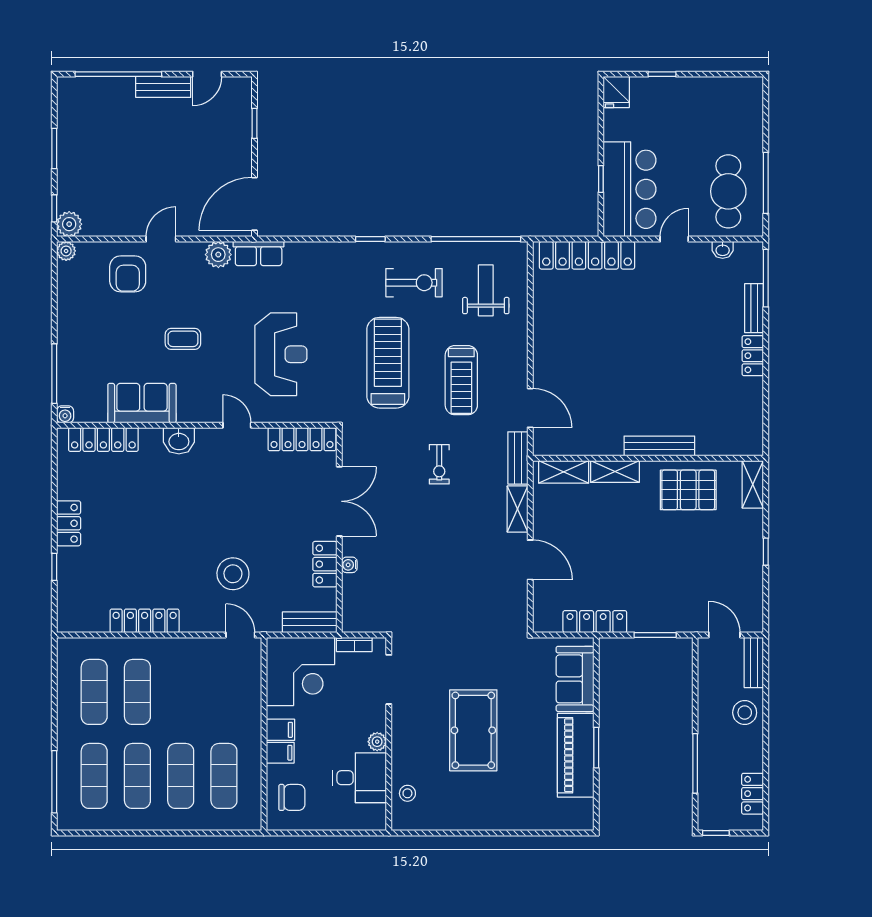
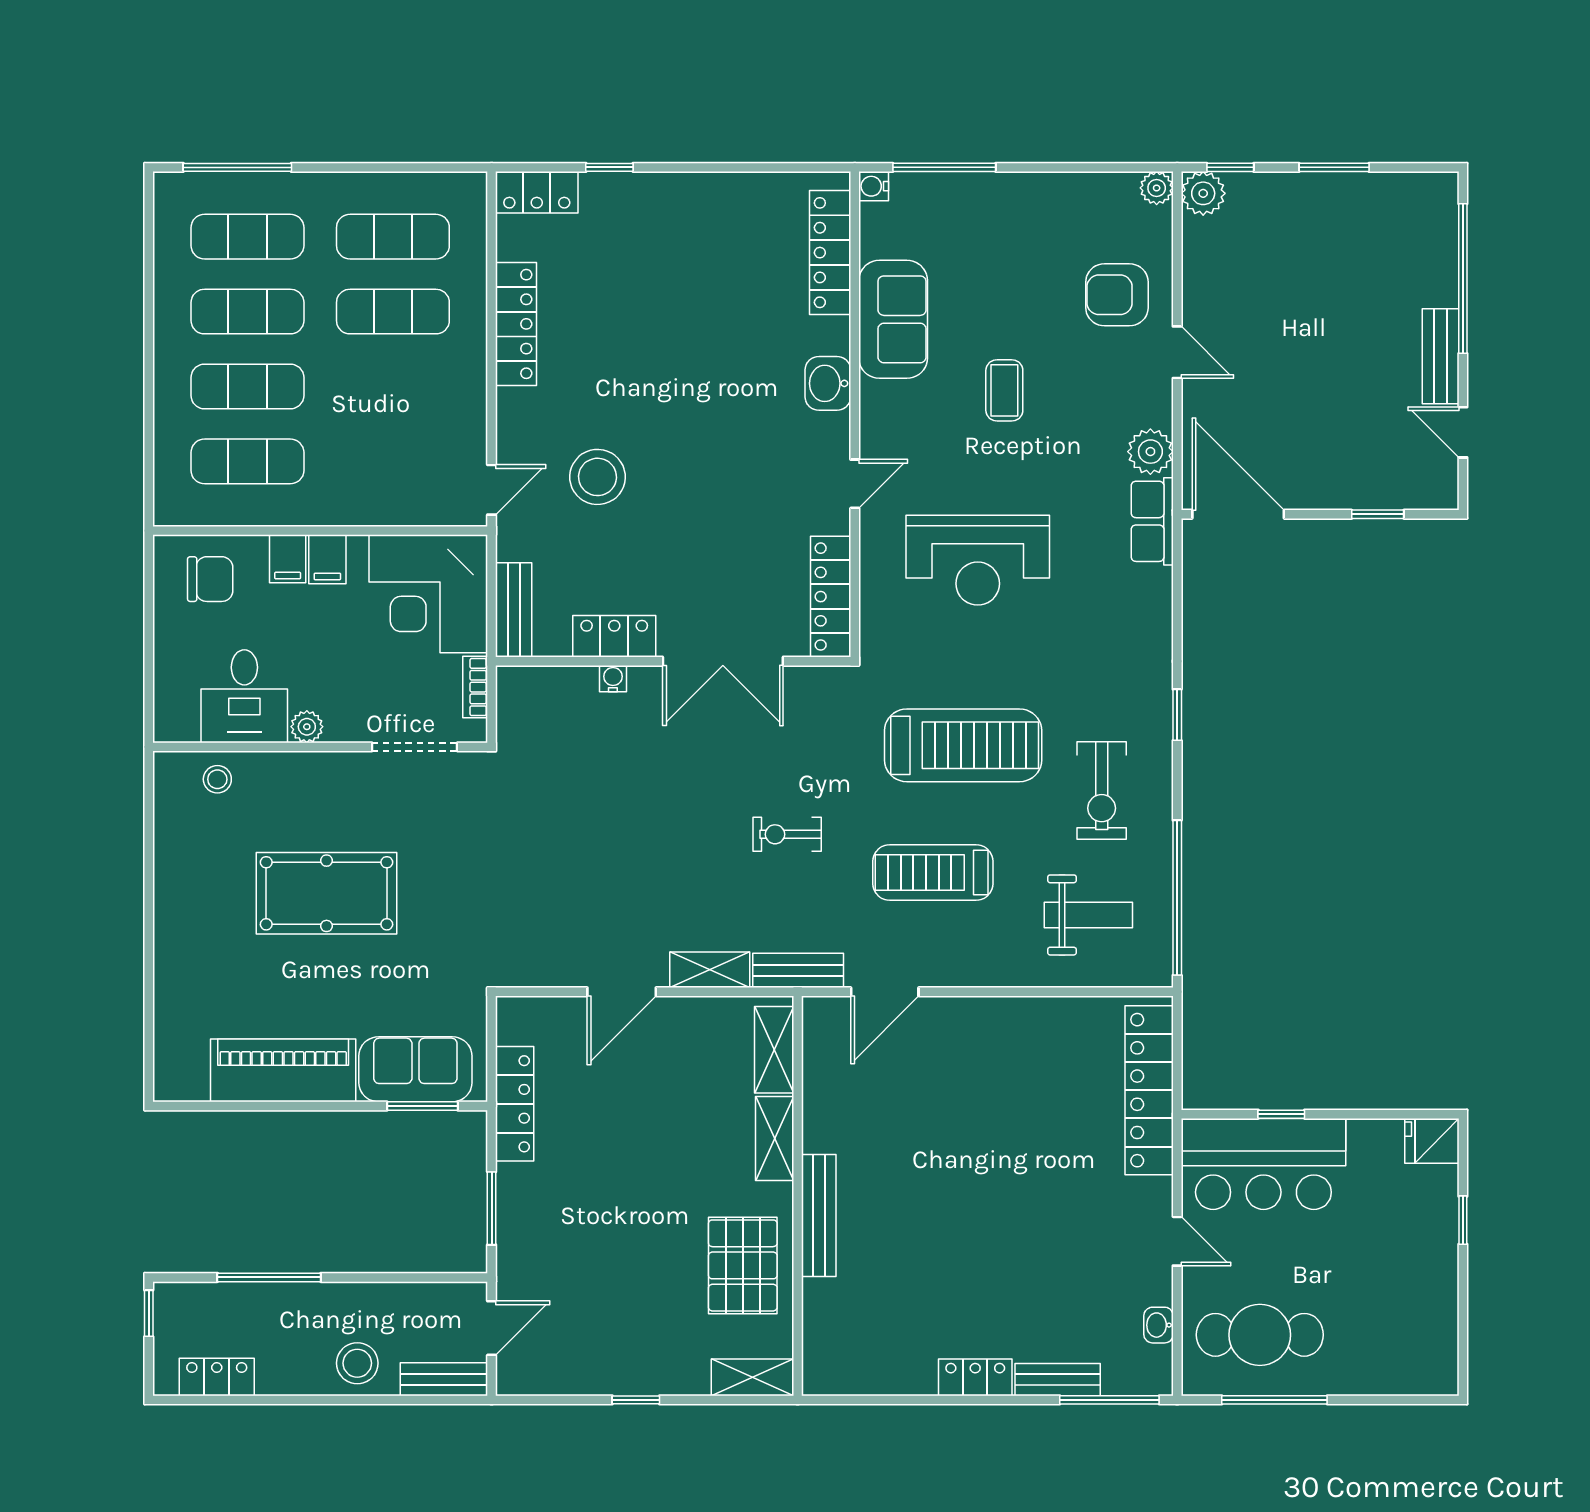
locker: (69, 523) -> (537, 192), moved
window: (596, 748) -> (422, 1106), moved
chair: (292, 797) -> (210, 579), turned -90

